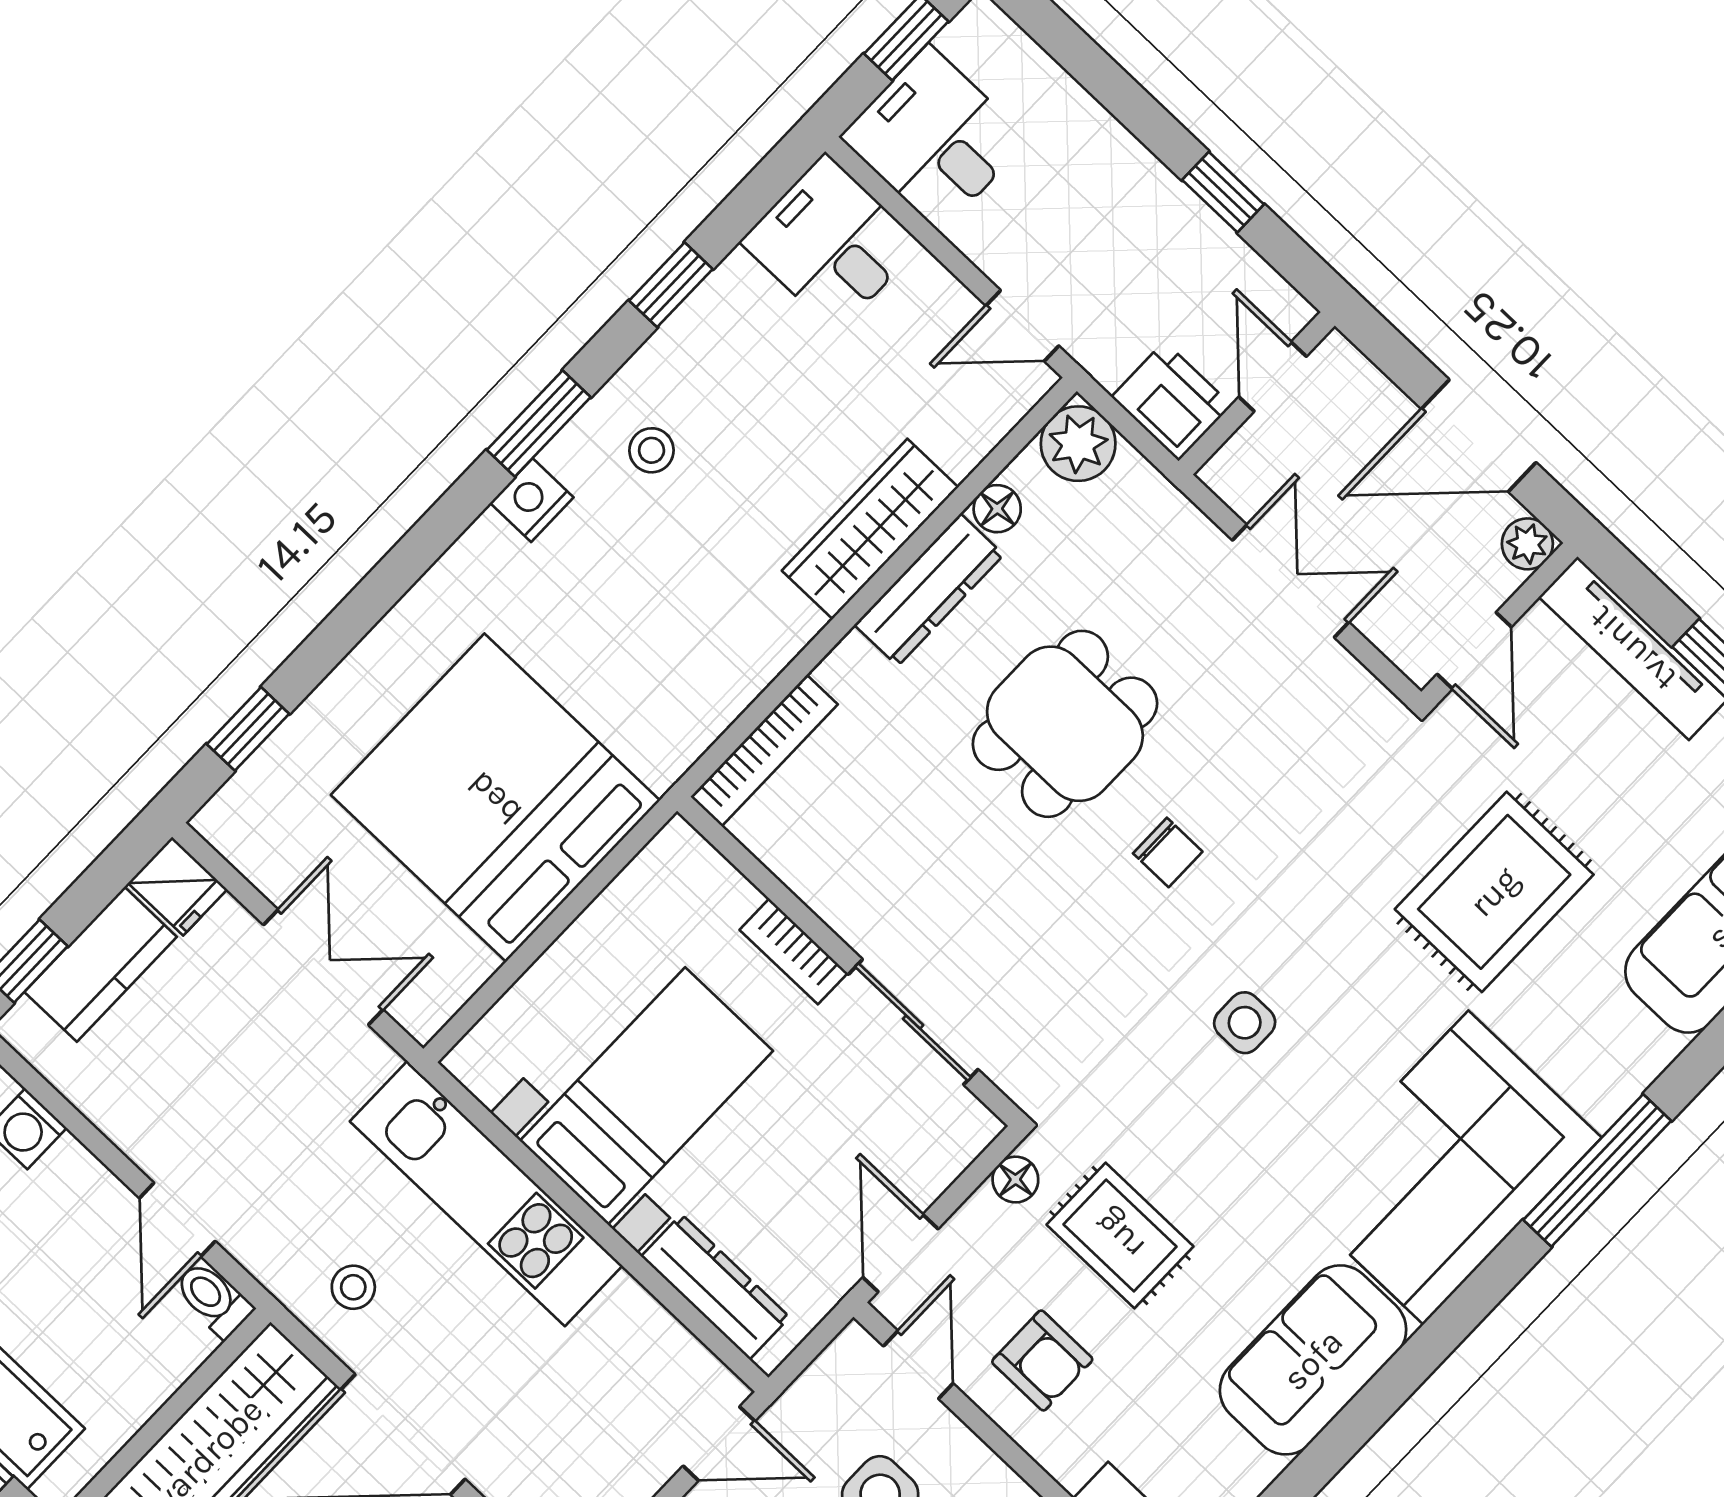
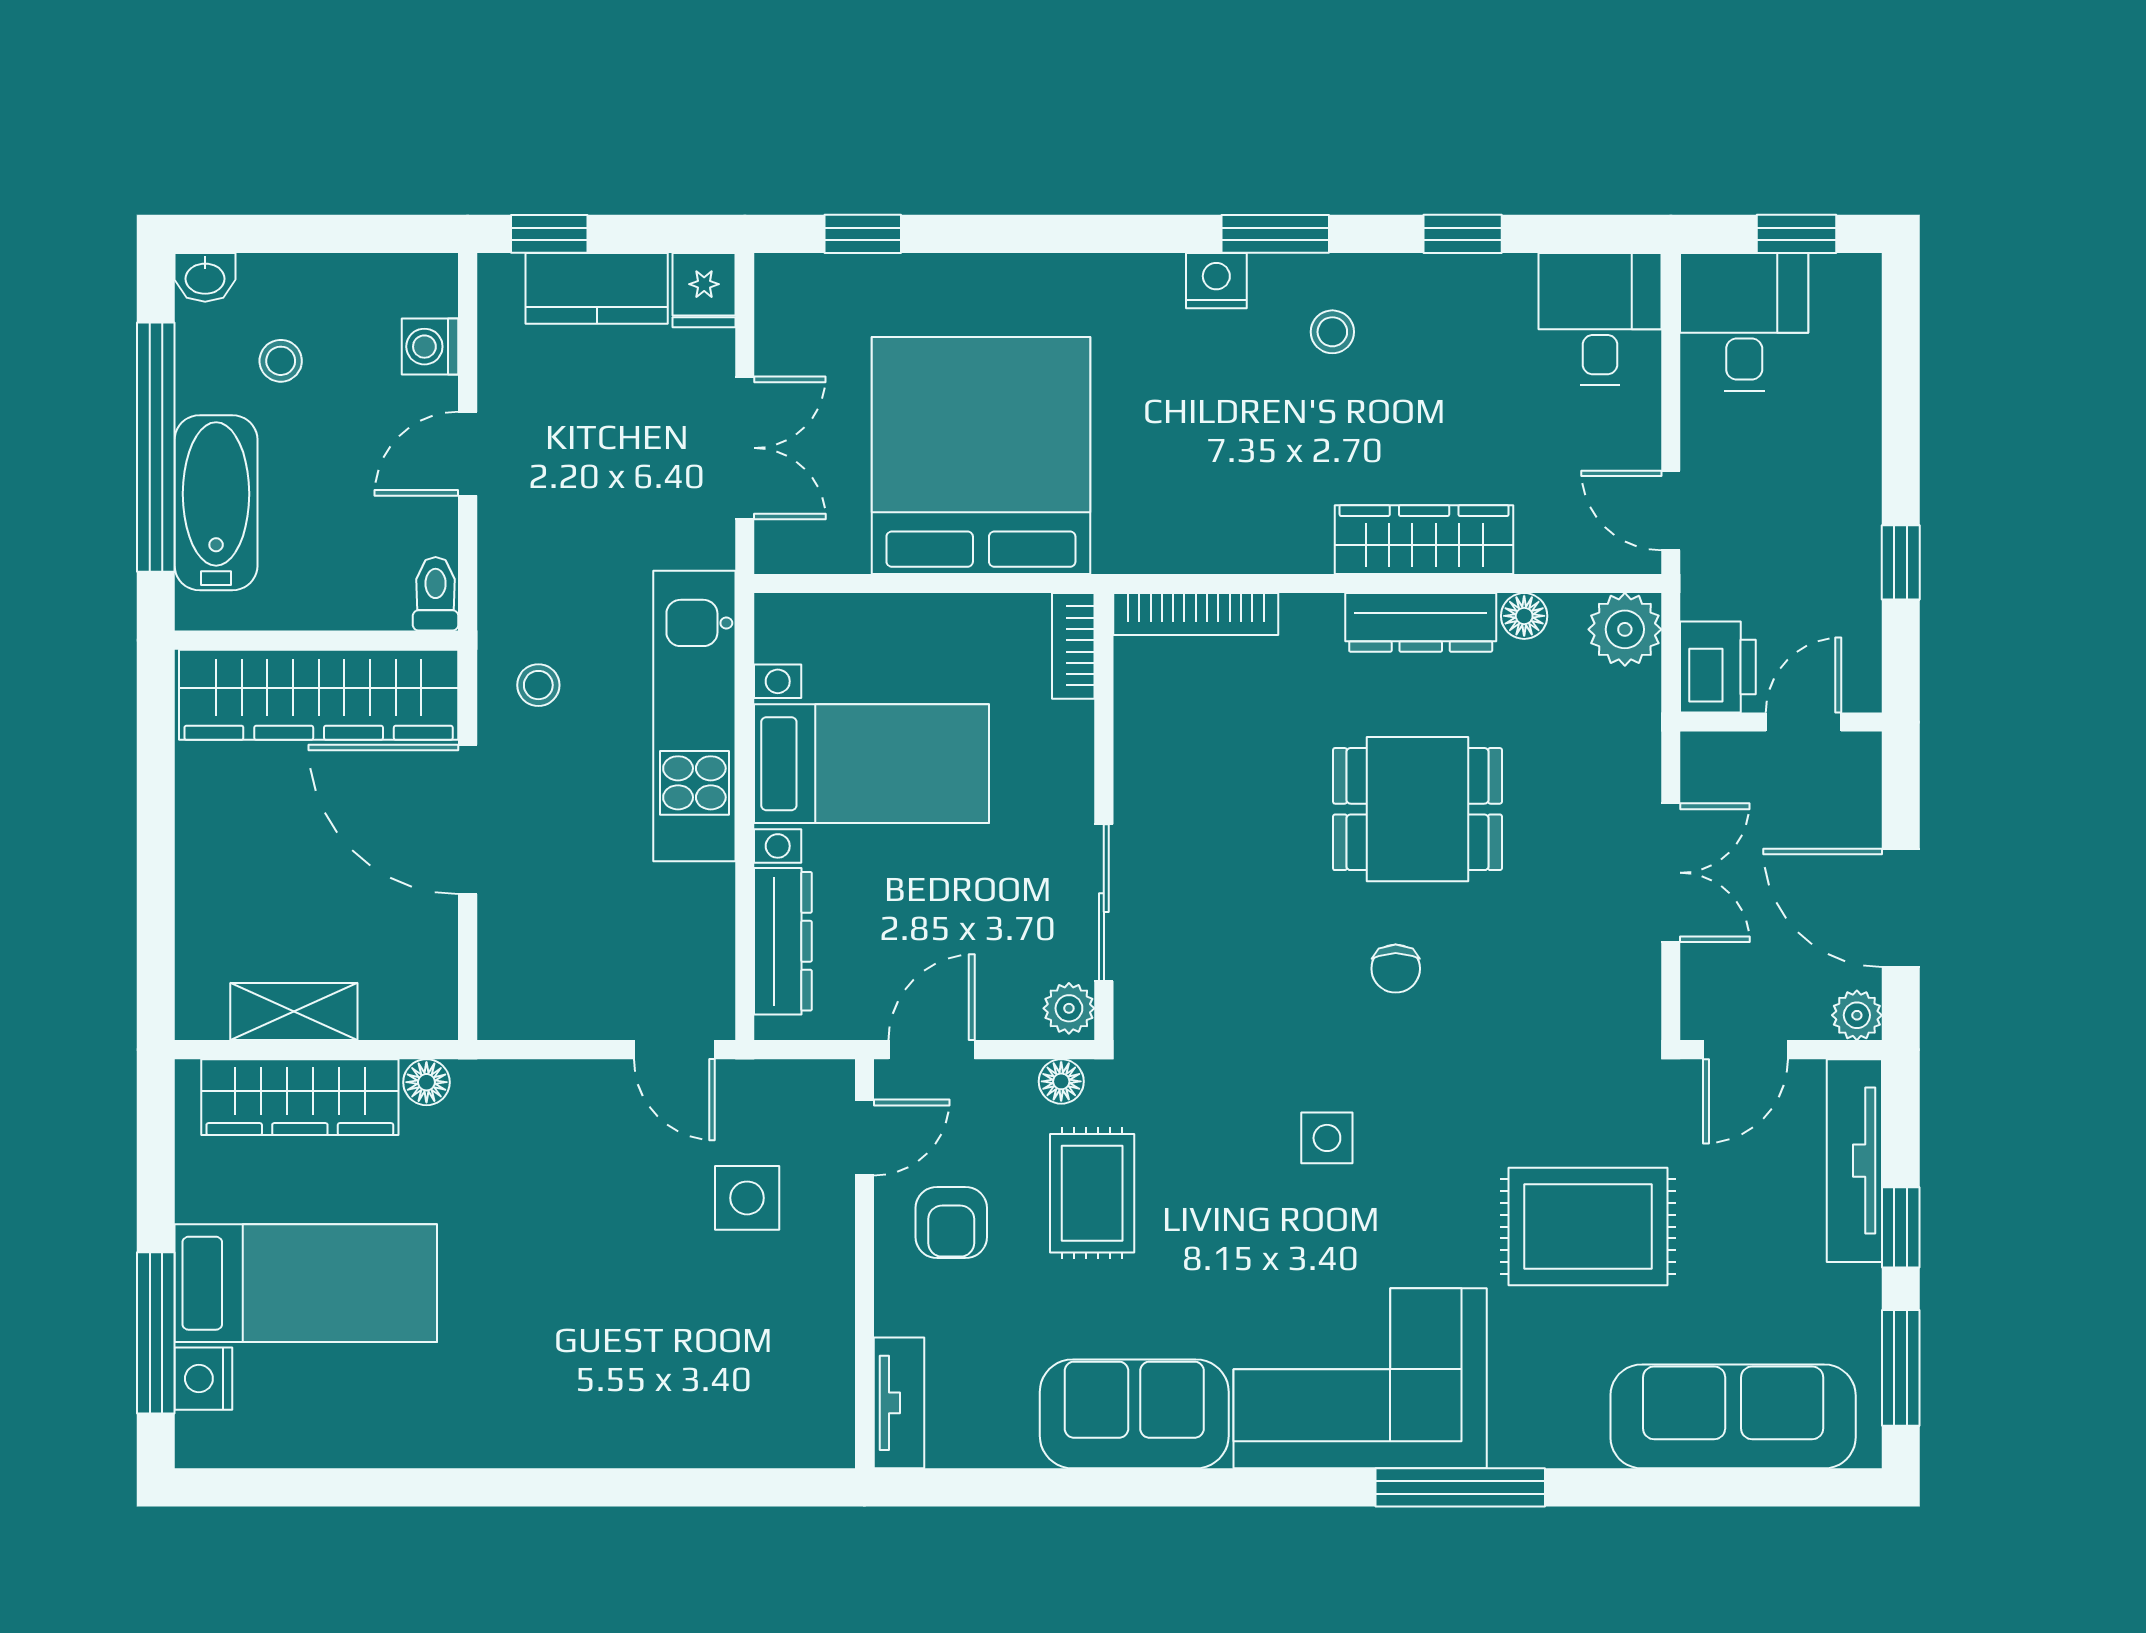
bookcase: (794, 951) -> (1073, 646), moved
plant: (967, 1122) -> (1069, 1008), added
door: (177, 1220) -> (468, 454), moved

